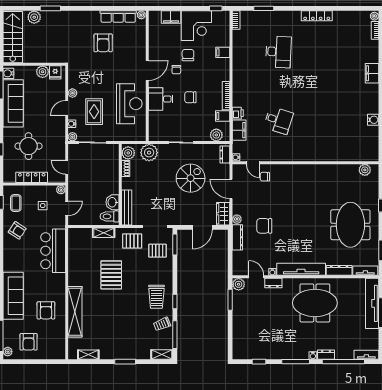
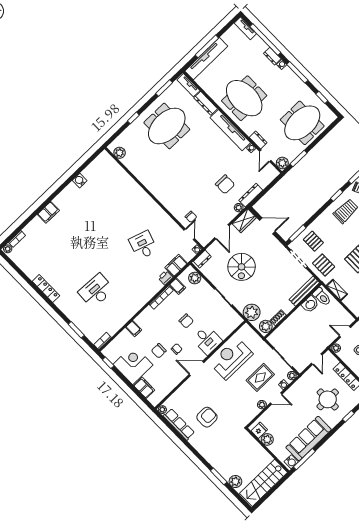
spiral stairs: (191, 178) -> (242, 267), turned -90
meeting table: (254, 328) -> (302, 123), added

